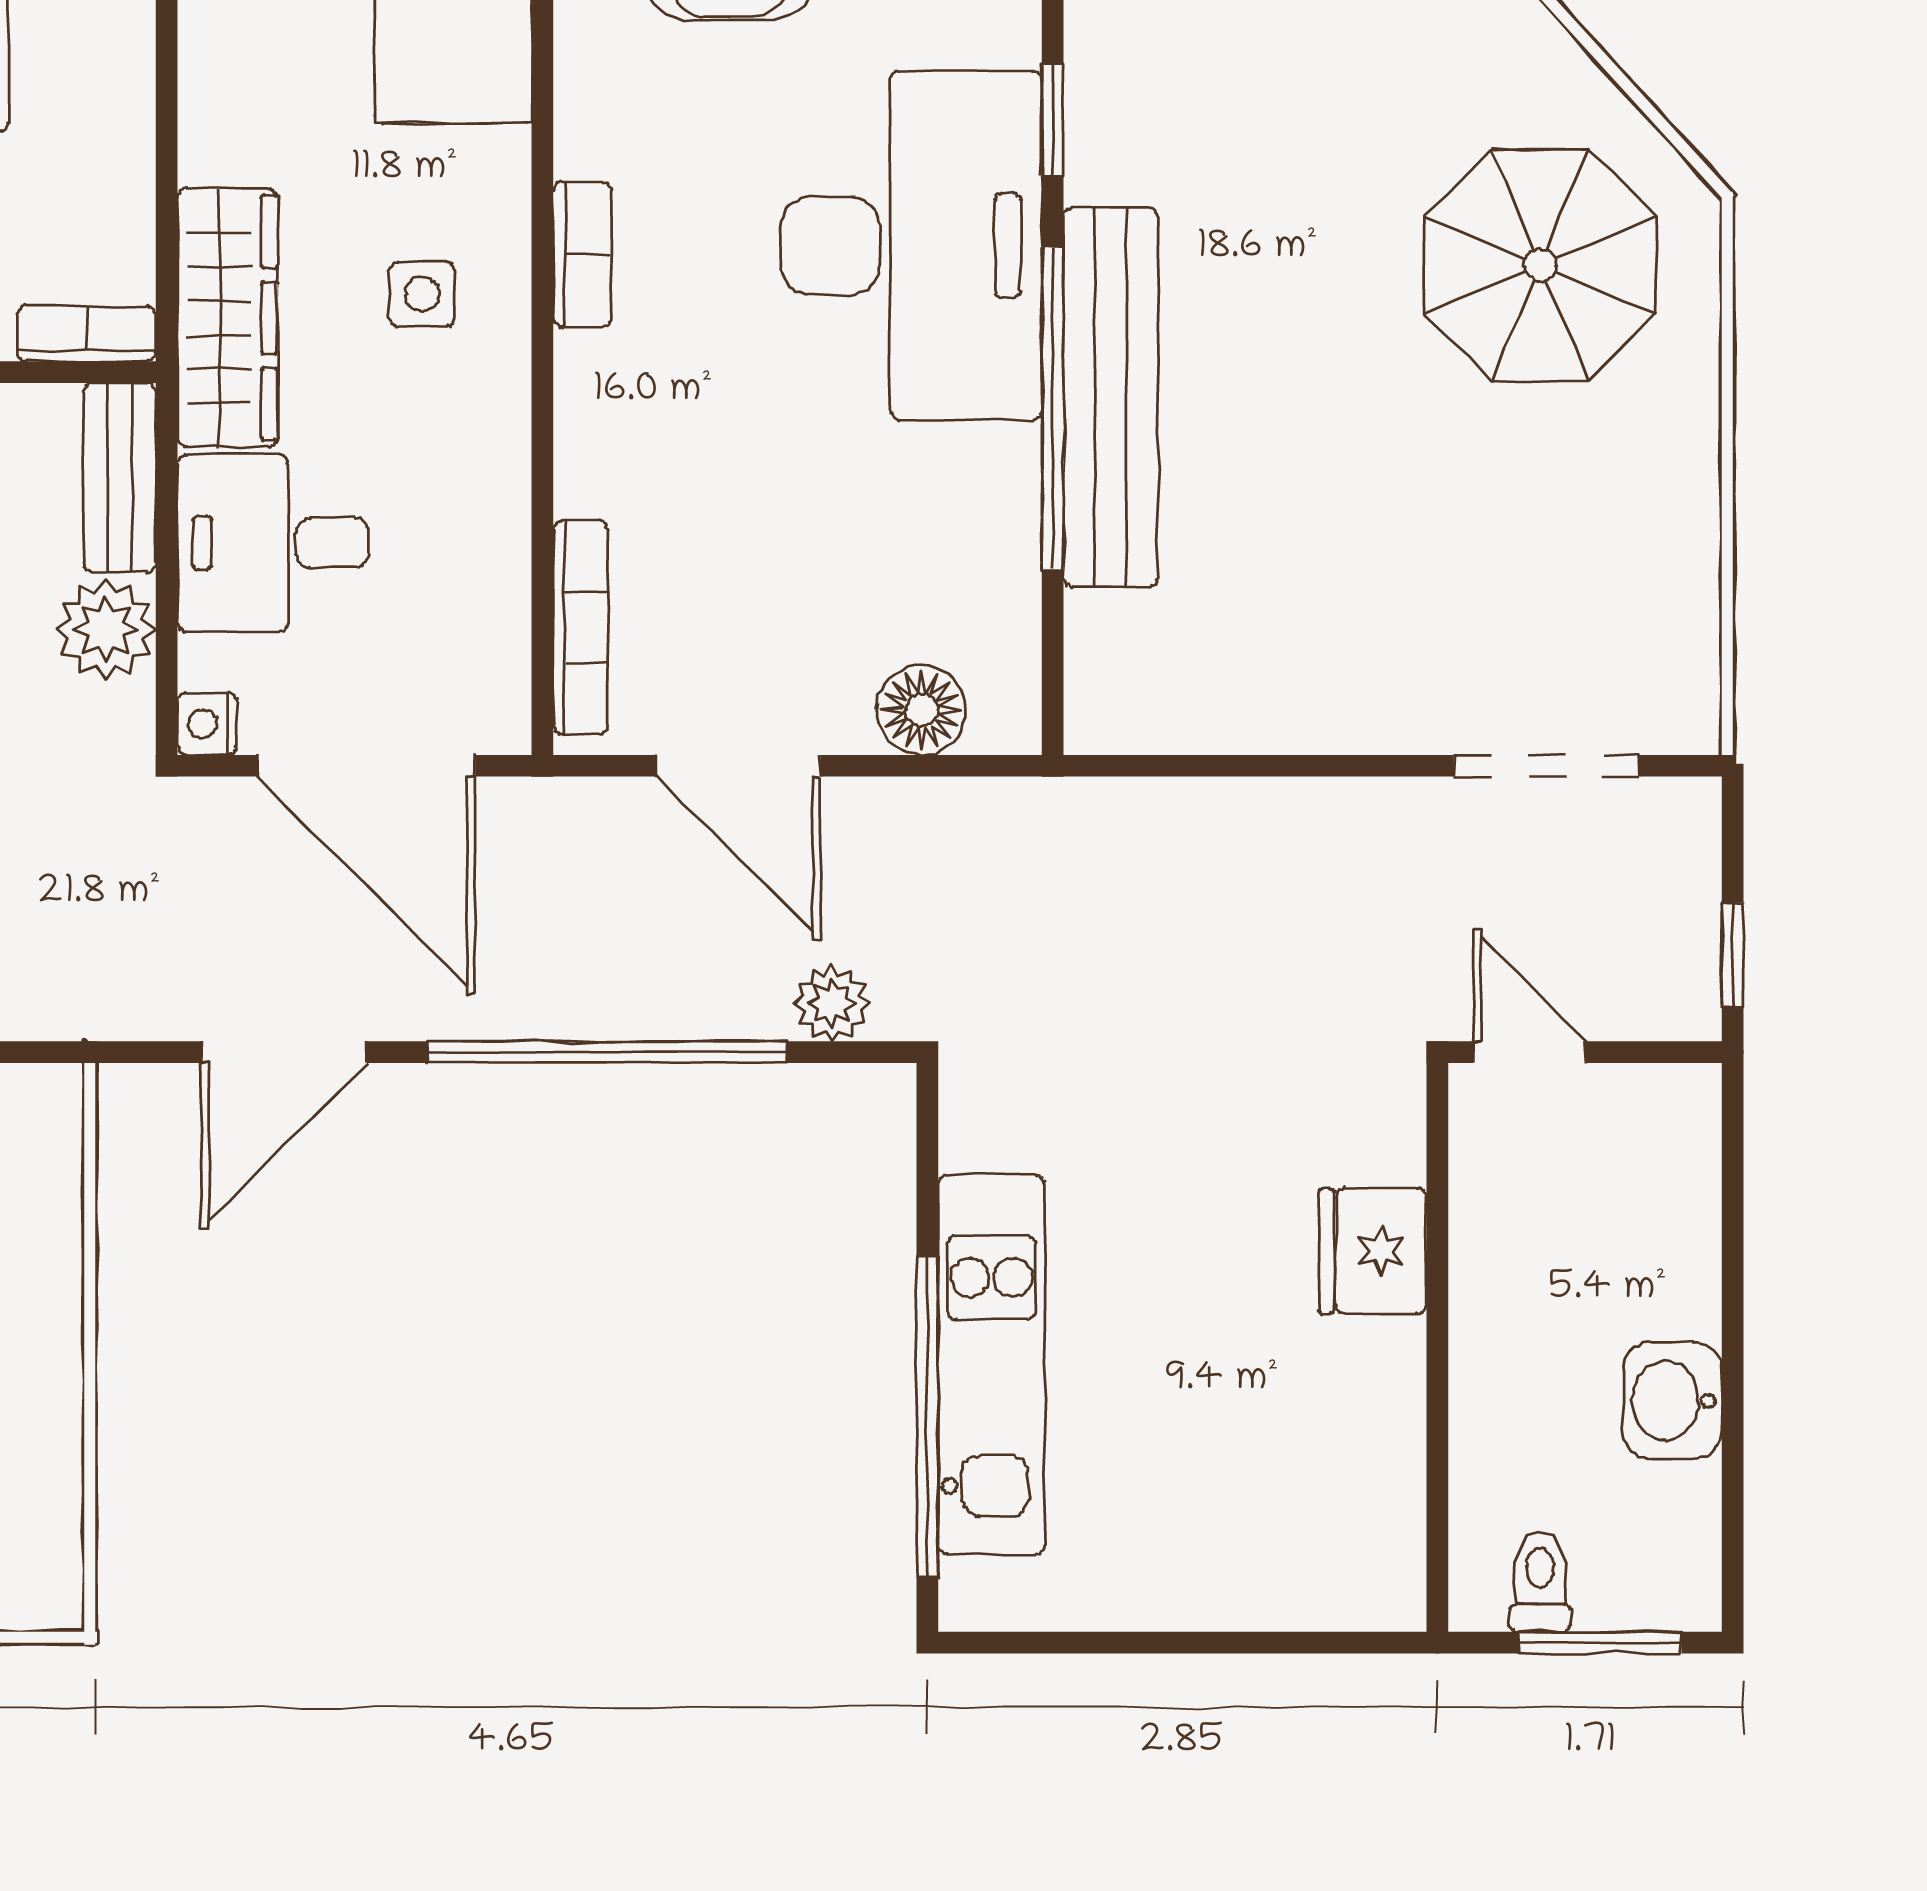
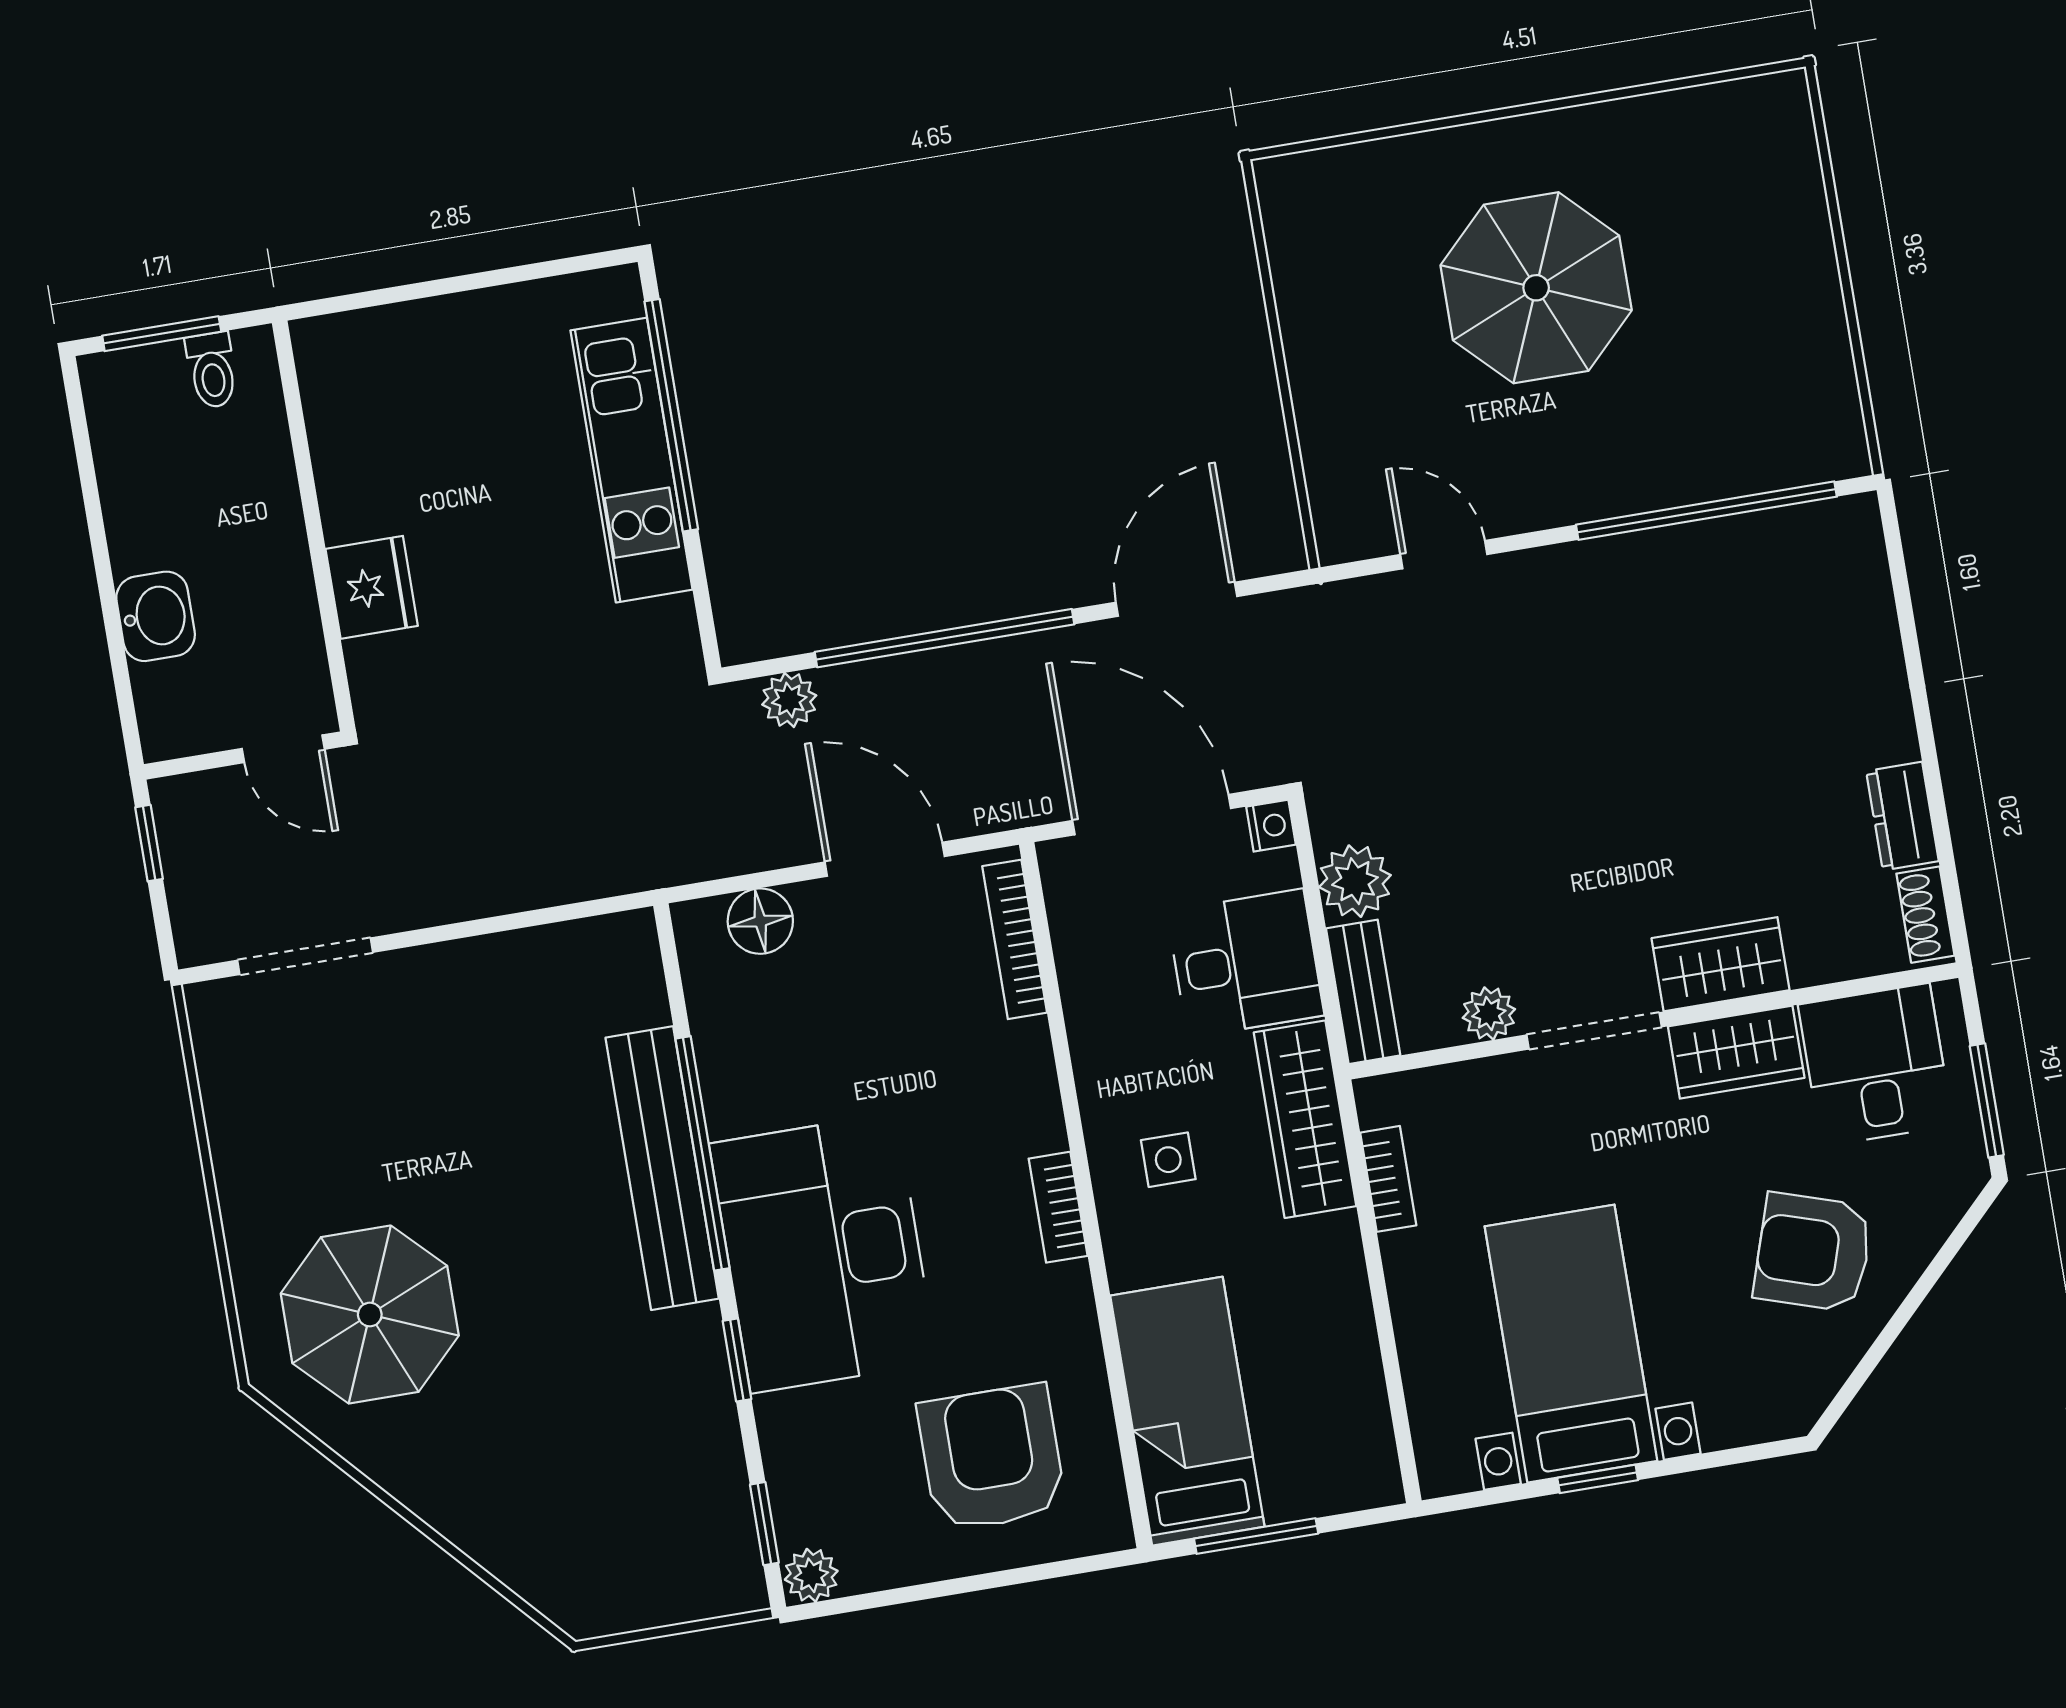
bookcase: (87, 334) -> (1388, 1179), moved, turned -90
washbasin: (1672, 1401) -> (156, 616), moved

